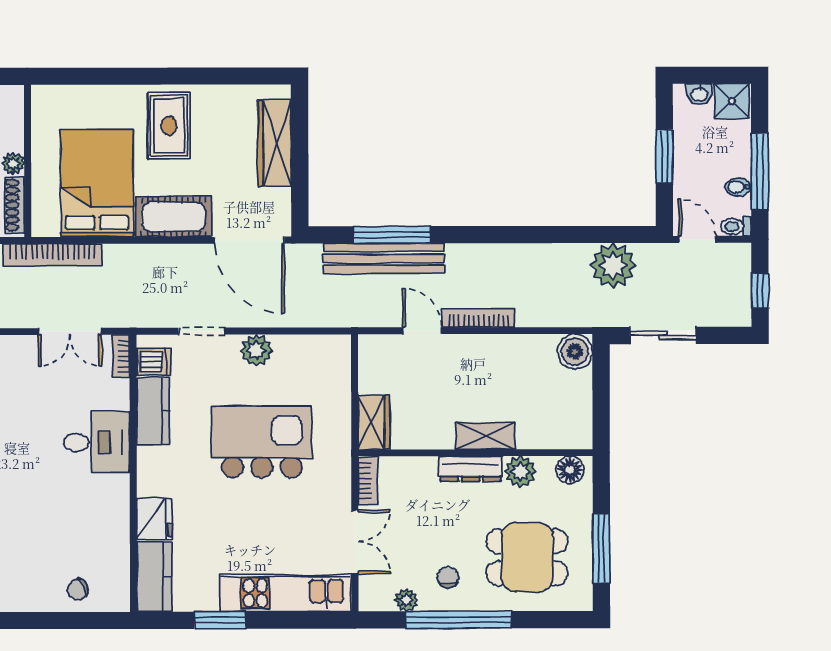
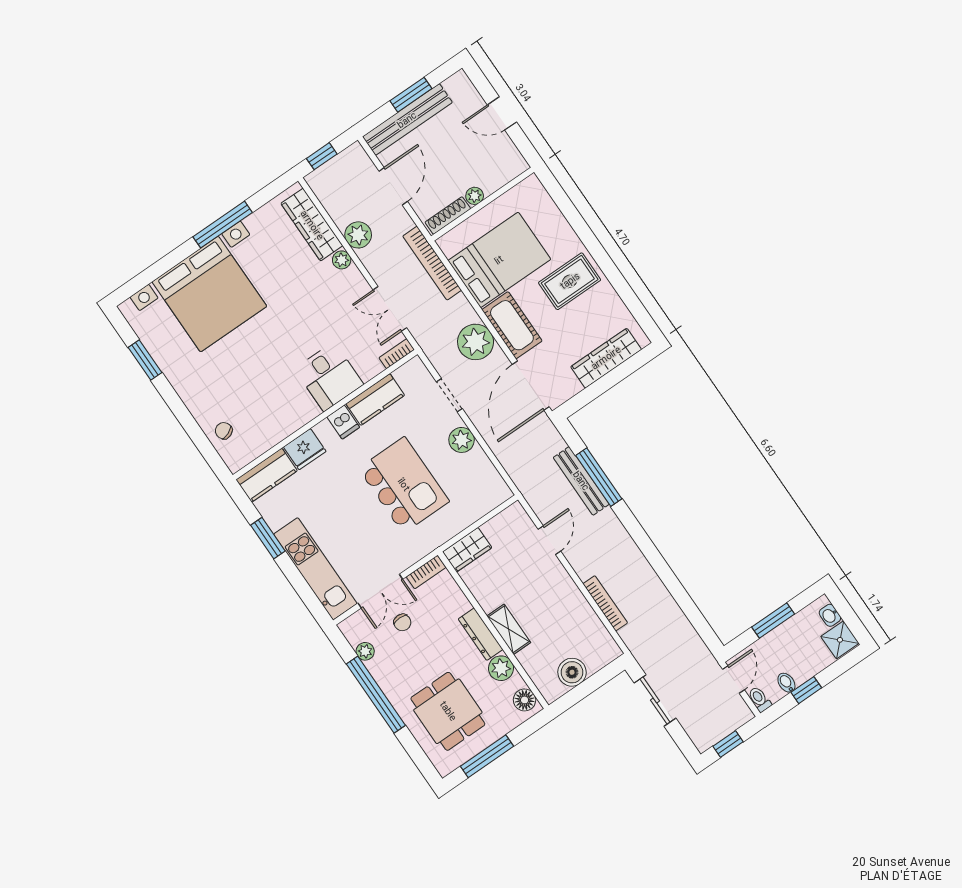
window: (760, 172) -> (806, 690), width x0.46
bench: (384, 258) -> (581, 481), width x0.73, depth x0.82
plant: (613, 265) -> (476, 342), moved
bookcase: (479, 318) -> (605, 603), moved
boiler: (575, 352) -> (572, 672), moved
dishwasher: (154, 362) -> (343, 422), moved
chair: (448, 577) -> (402, 622), moved, turned 90

